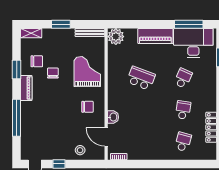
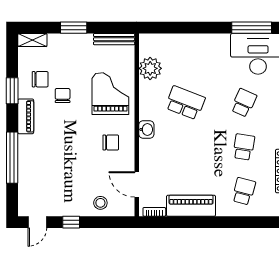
piano: (155, 36) -> (191, 206), moved, turned 180
plant: (116, 37) -> (150, 68), moved
washbasin: (113, 117) -> (146, 129), moved

